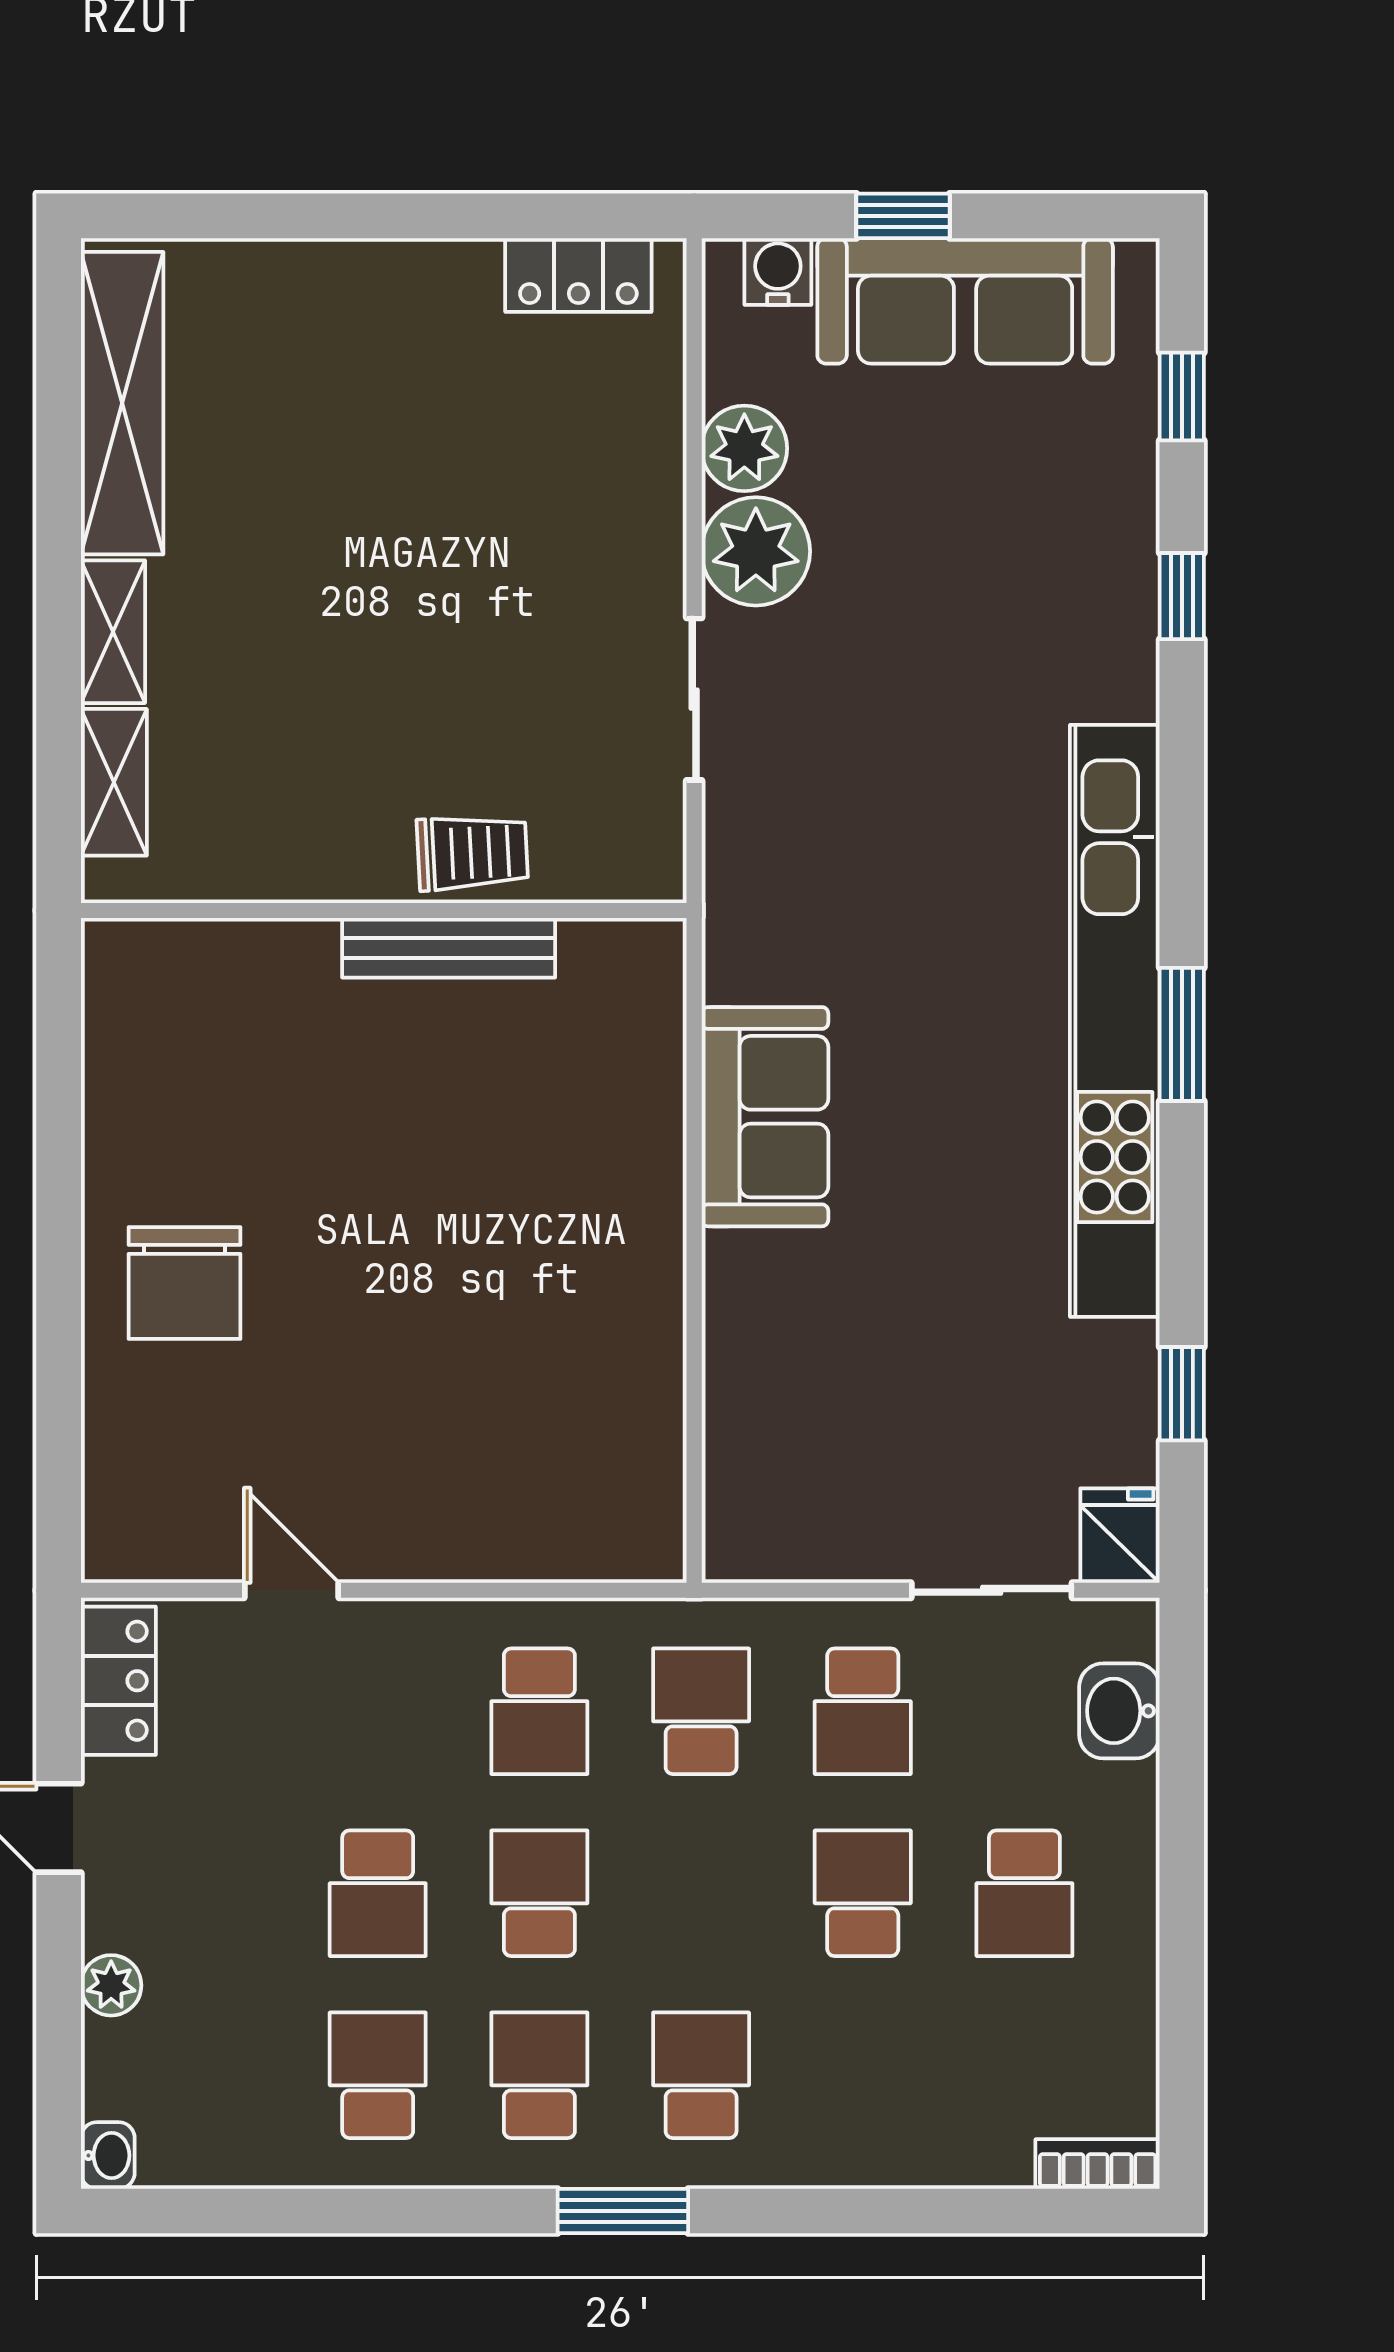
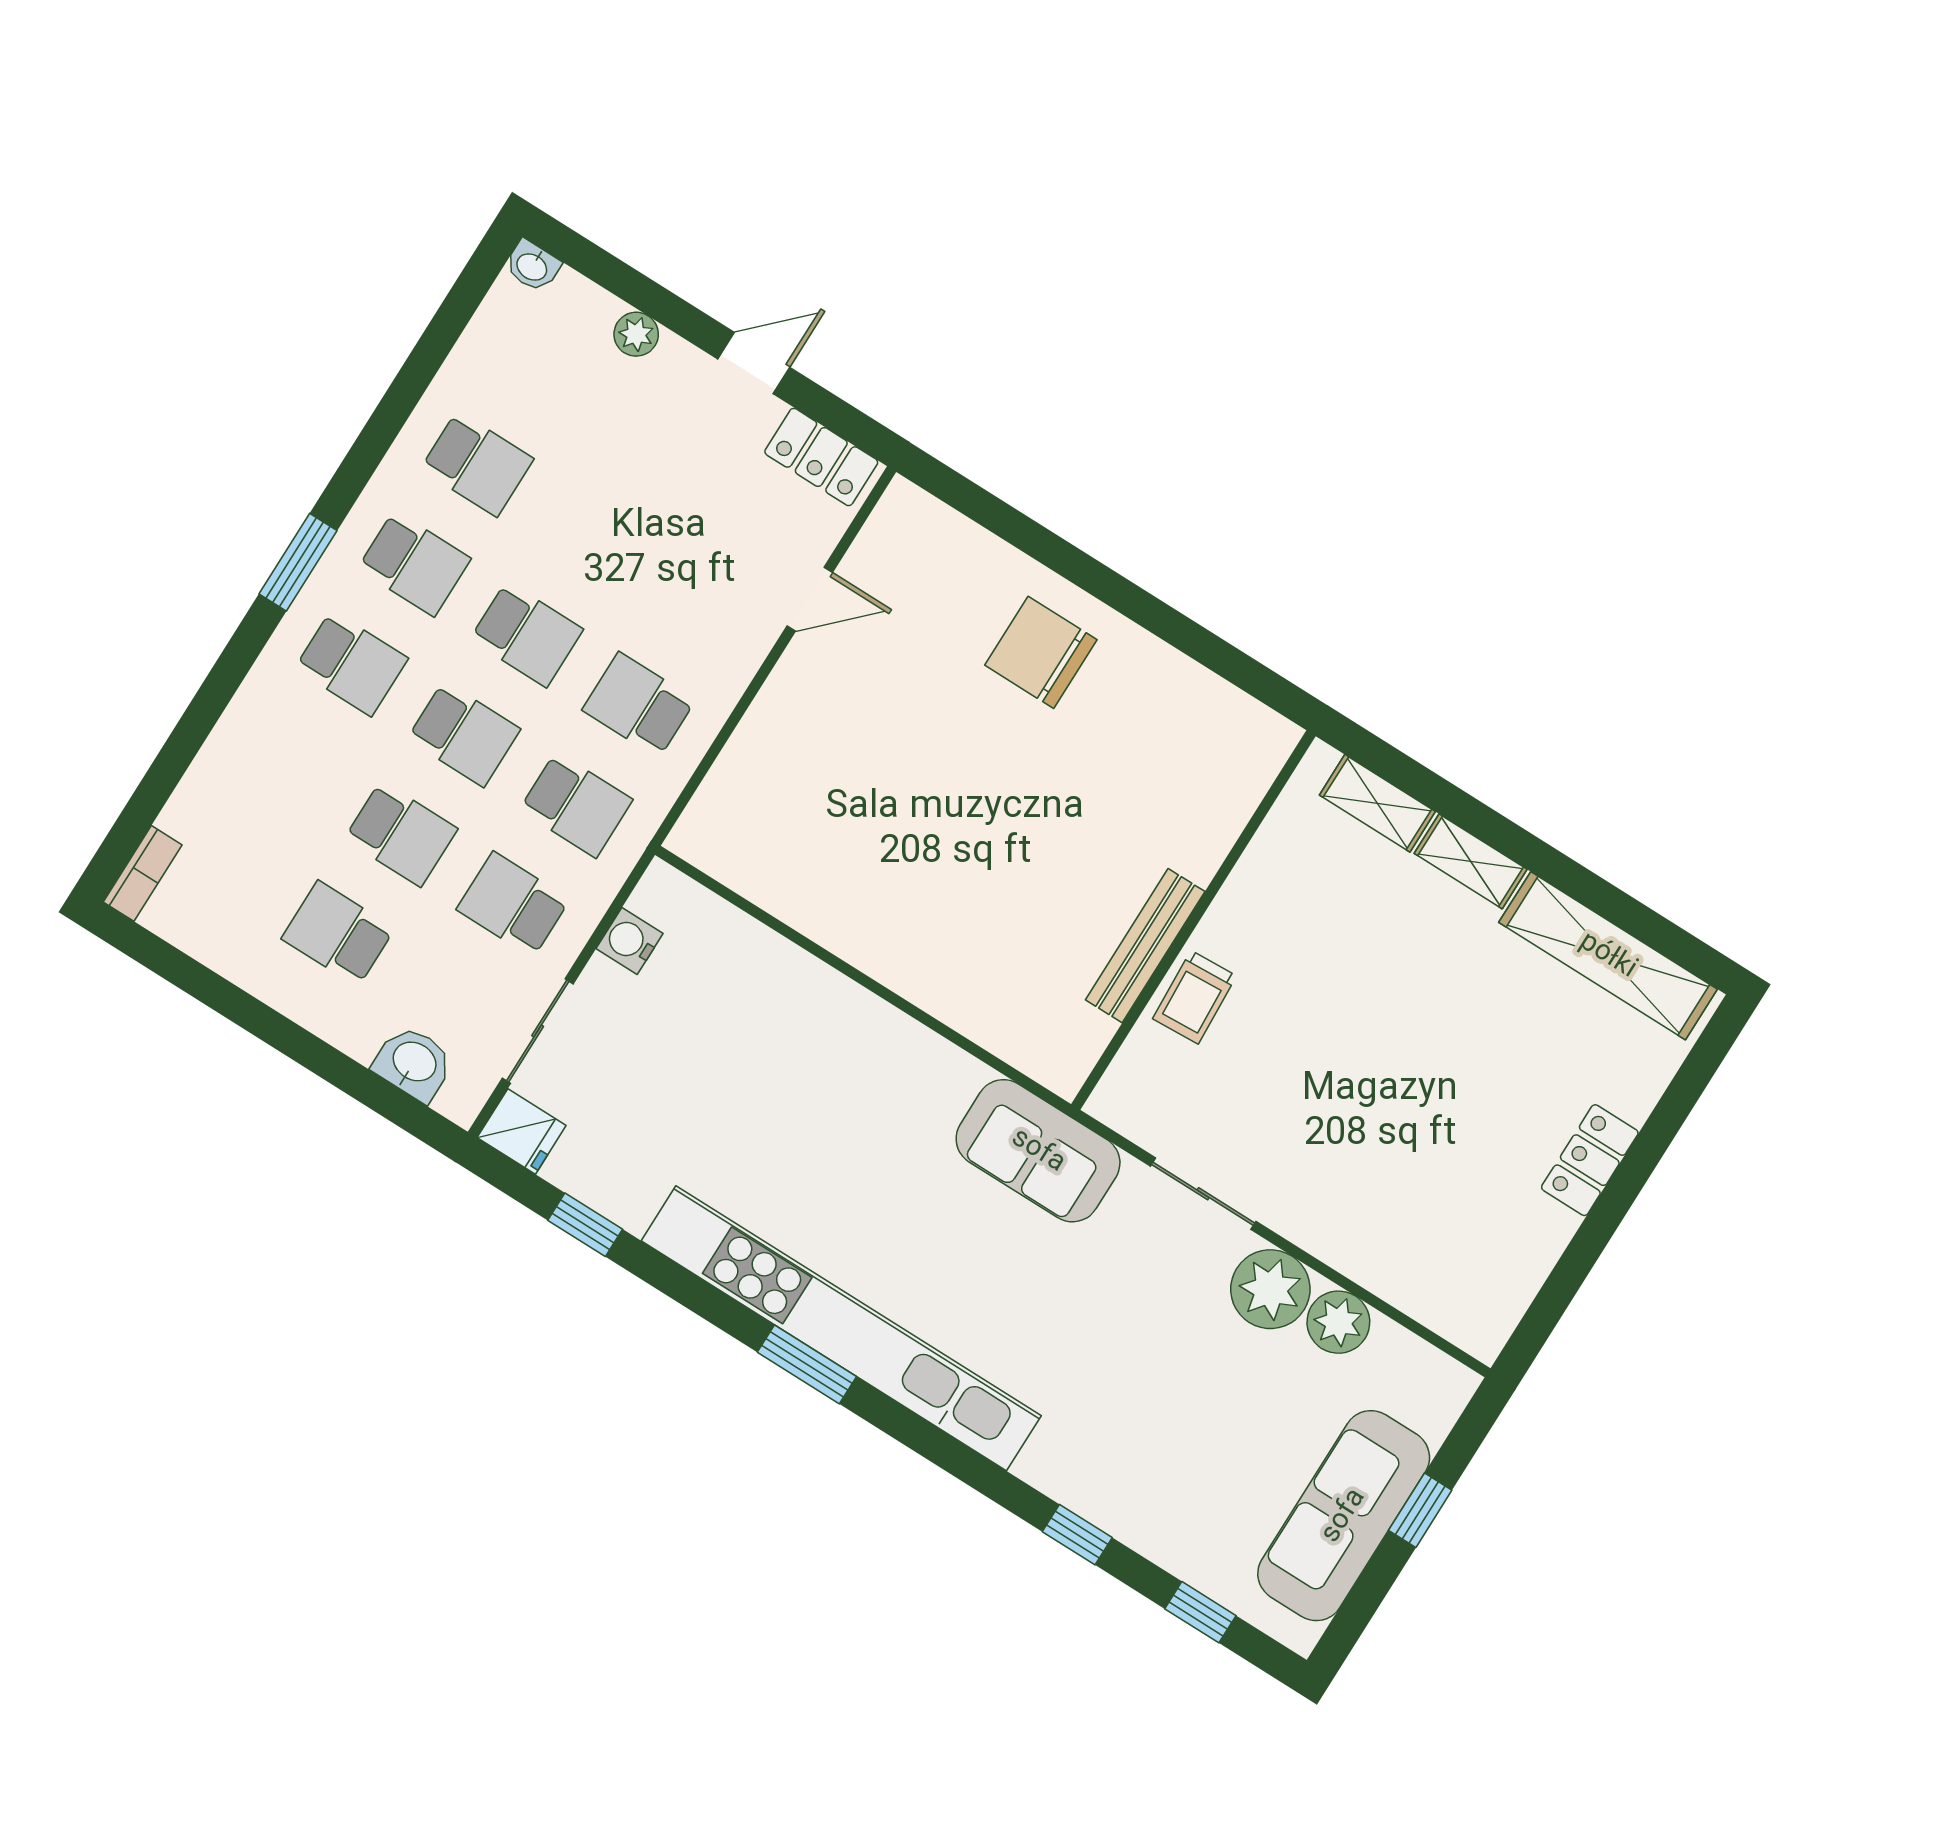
water cooler: (778, 271) -> (630, 941), moved, turned 180
locker: (578, 275) -> (1590, 1160), moved
sofa: (765, 1117) -> (1038, 1151), moved
school desk: (378, 1893) -> (464, 734), moved, turned 180

